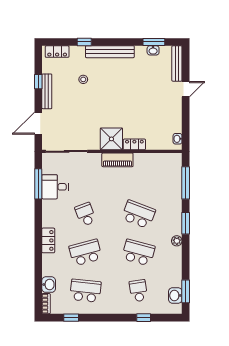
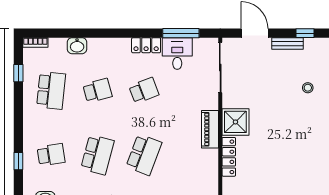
bench: (47, 91) -> (288, 43), width x0.73
locker: (134, 144) -> (229, 157), width x1.53
locker: (48, 240) -> (146, 45), moved
school desk: (85, 253) -> (97, 90), width x0.54
washbasin: (49, 285) -> (77, 46), moved

